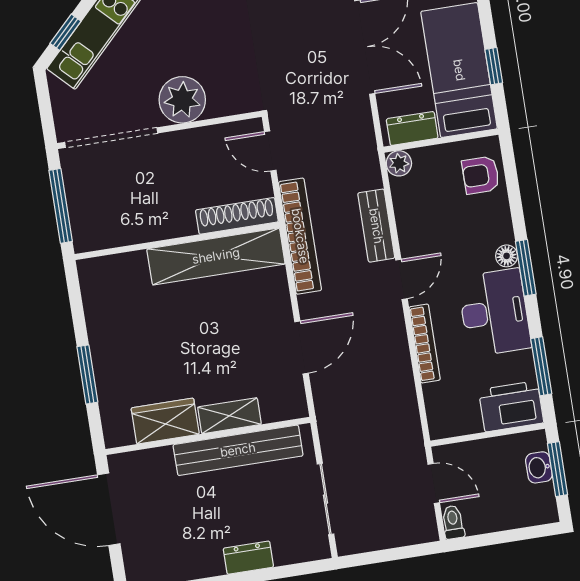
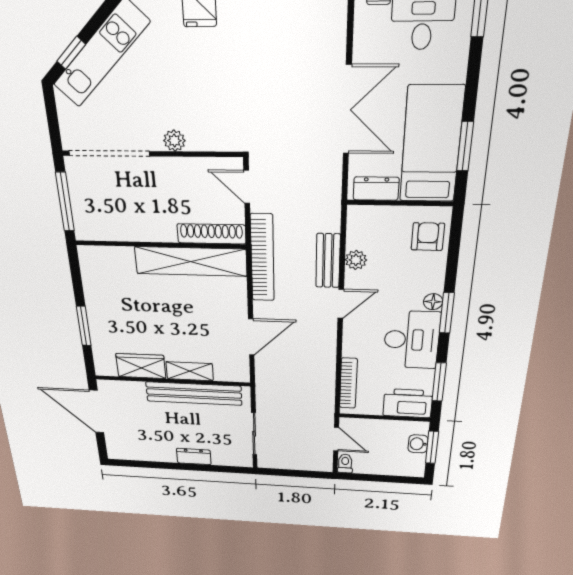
window: (494, 66) -> (465, 146), width x1.50
plant: (182, 100) -> (174, 141), width x0.53, depth x0.53
plant: (399, 163) -> (356, 260), moved
armchair: (481, 175) -> (428, 237), turned 90
bookcase: (425, 343) -> (348, 383), moved

